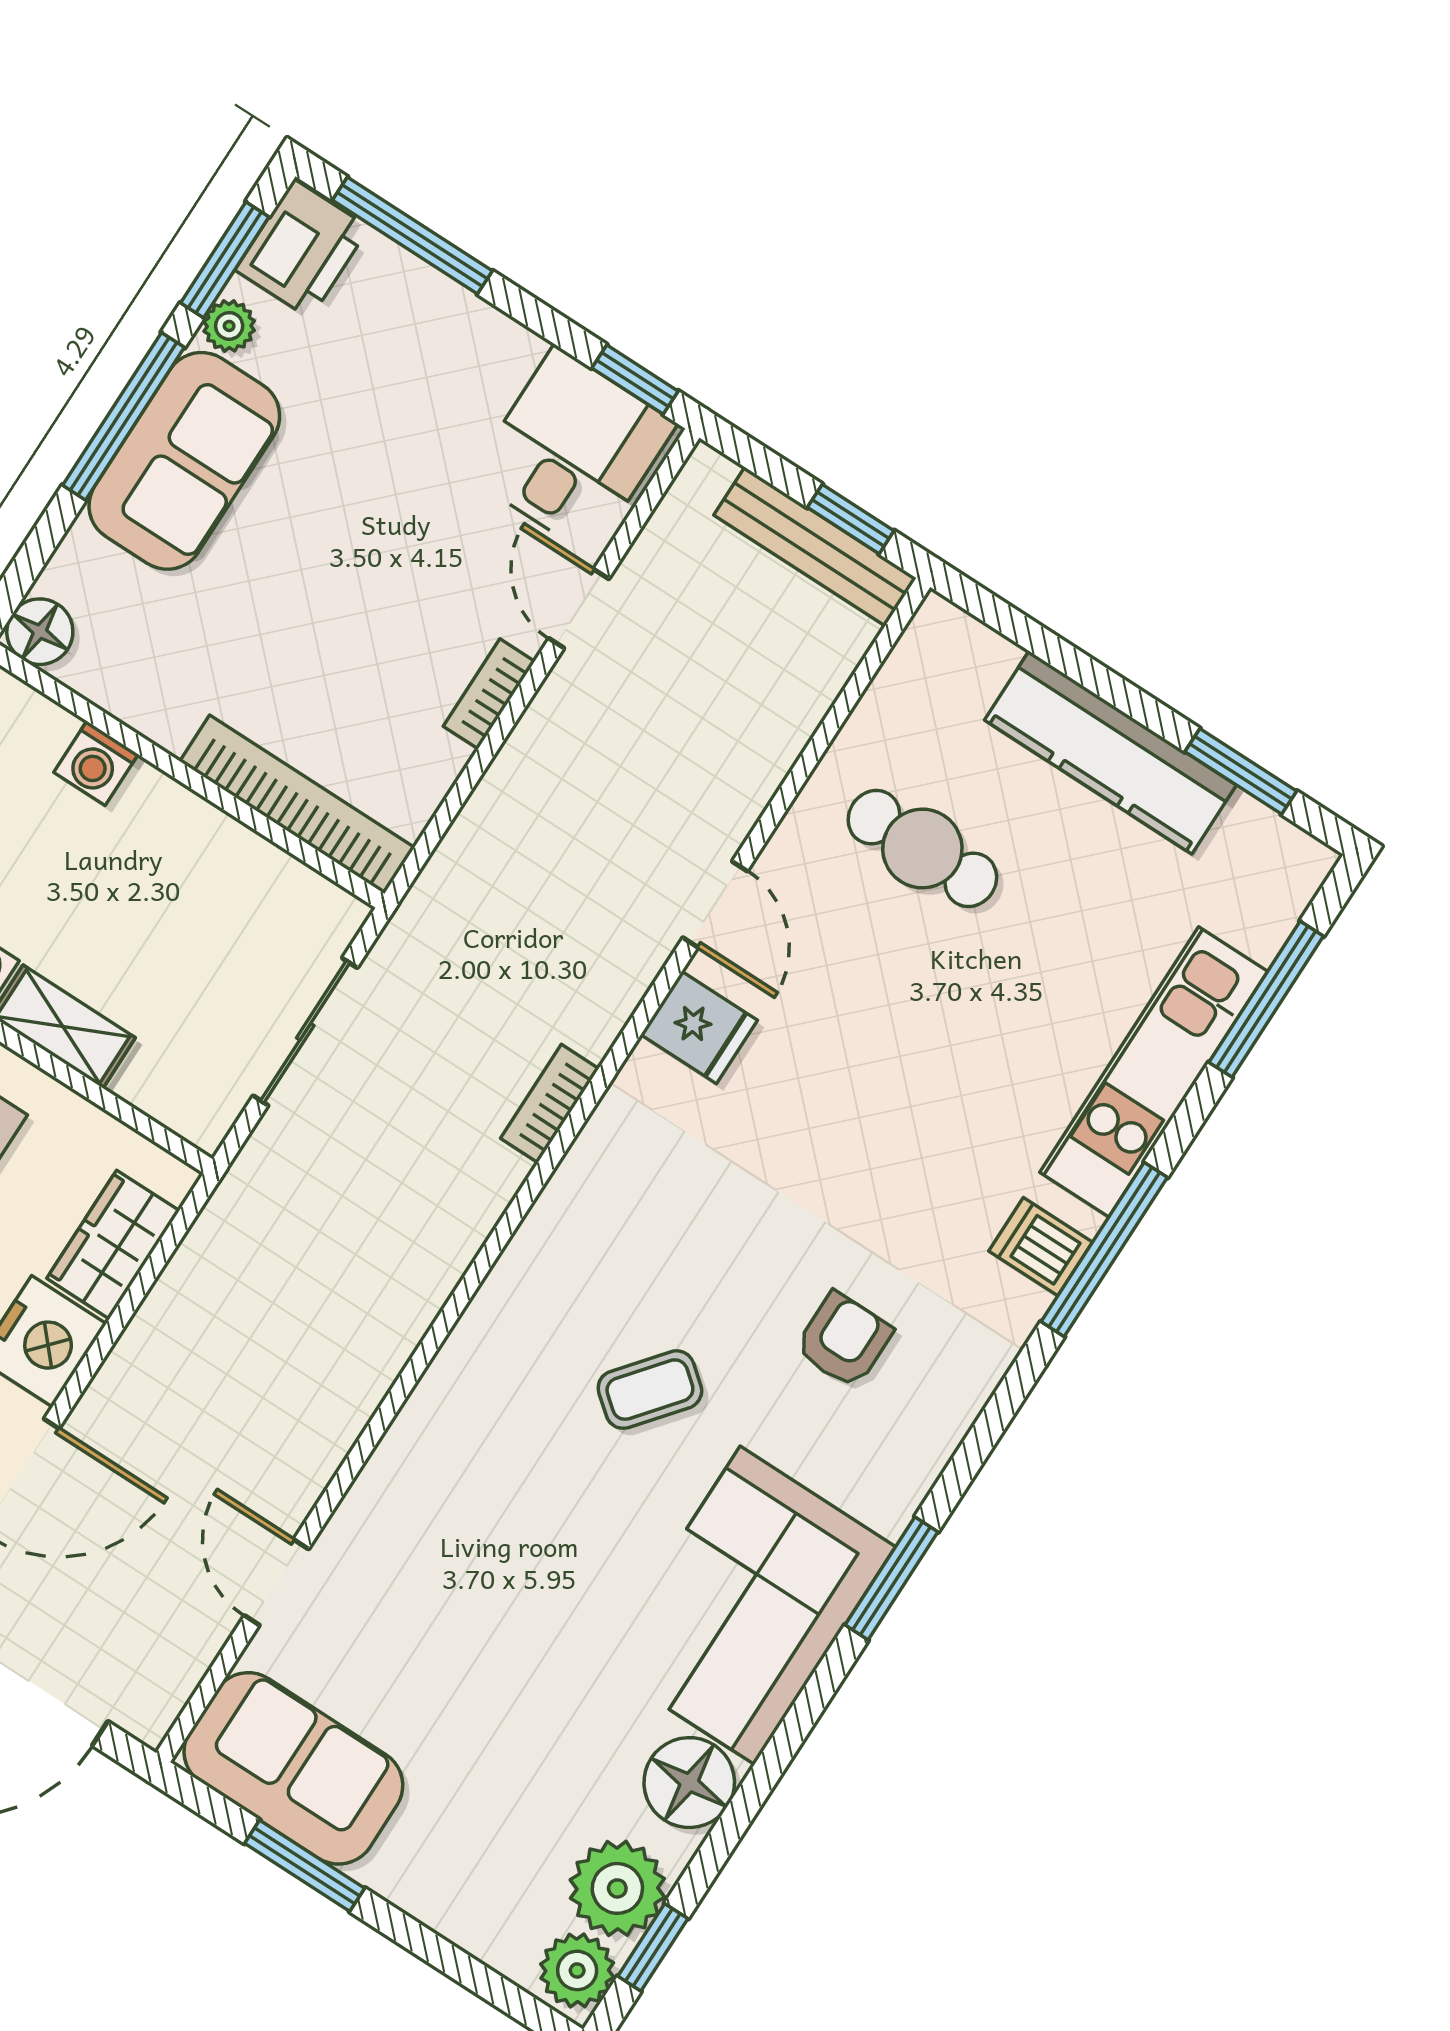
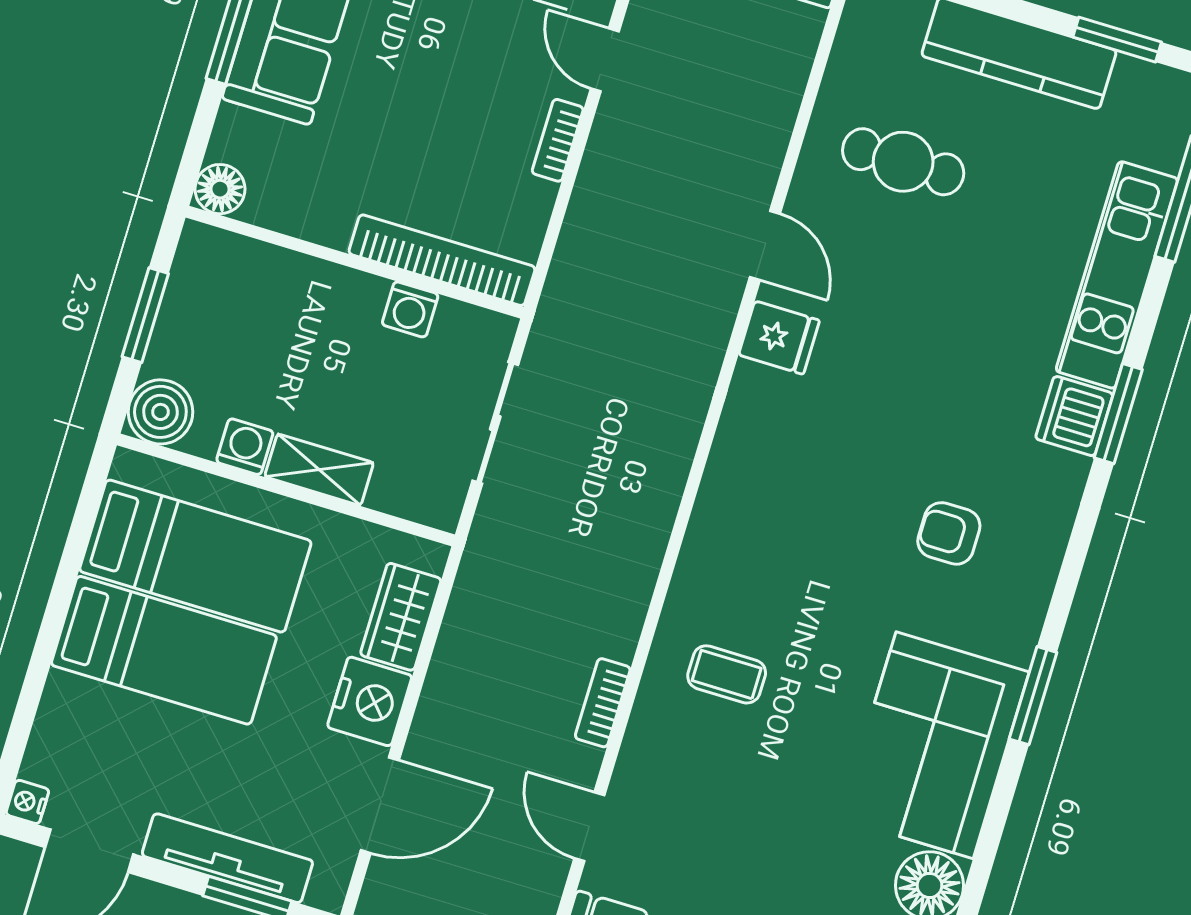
washing machine: (96, 763) -> (410, 309), moved
bookcase: (550, 1104) -> (603, 703), moved
dishwasher: (1041, 1247) -> (1074, 416), width x1.38
window: (1104, 1250) -> (1118, 414), width x0.69
armchair: (844, 1340) -> (949, 533), turned -90
coffee table: (650, 1390) -> (727, 674), moved, turned 51

